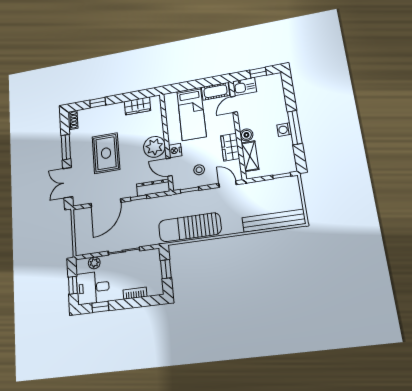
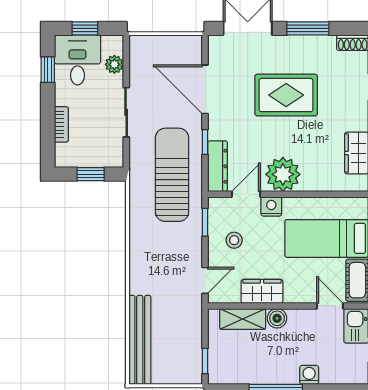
washing machine: (284, 130) -> (309, 375), moved
sun lounger: (190, 227) -> (172, 175), moved

